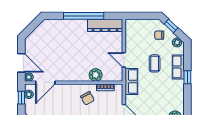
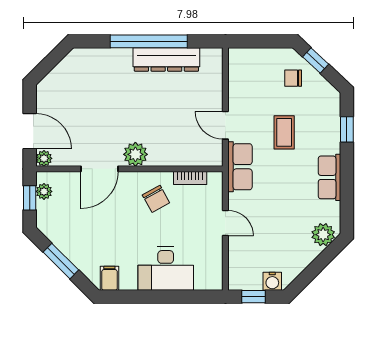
dresser: (105, 25) -> (166, 59), moved
plant: (177, 42) -> (327, 92), removed
row of seats: (178, 67) -> (330, 177), moved
plant: (96, 75) -> (135, 154), moved
window: (187, 77) -> (347, 129), moved
door: (45, 83) -> (99, 169), moved

